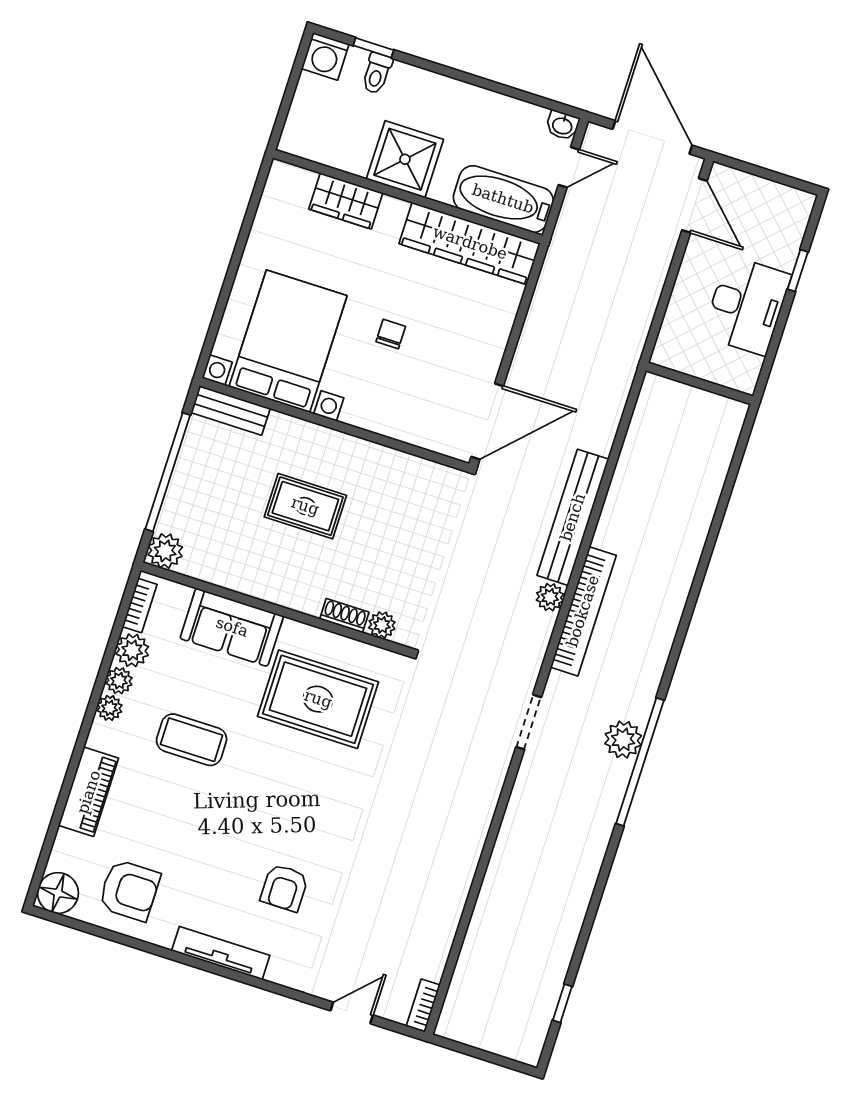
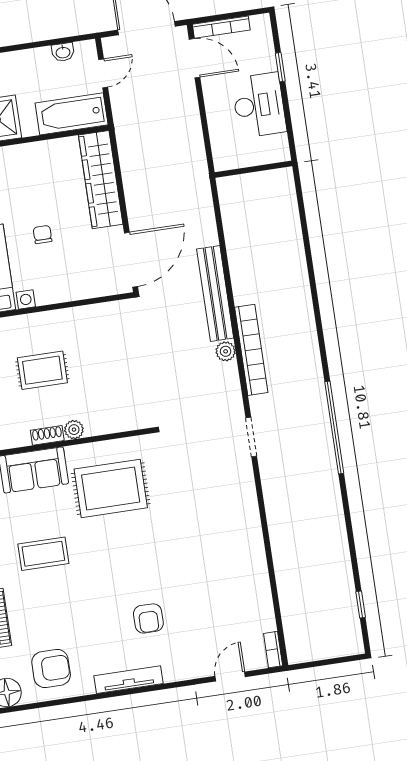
washbasin: (562, 125) -> (63, 52), moved
bookcase: (748, 183) -> (221, 27), added
wardrobe: (470, 243) -> (101, 180), moved, turned 90
shoe rack: (344, 616) -> (47, 435), moved
plant: (382, 625) -> (74, 430), moved
plant: (623, 740) -> (317, 419), removed

